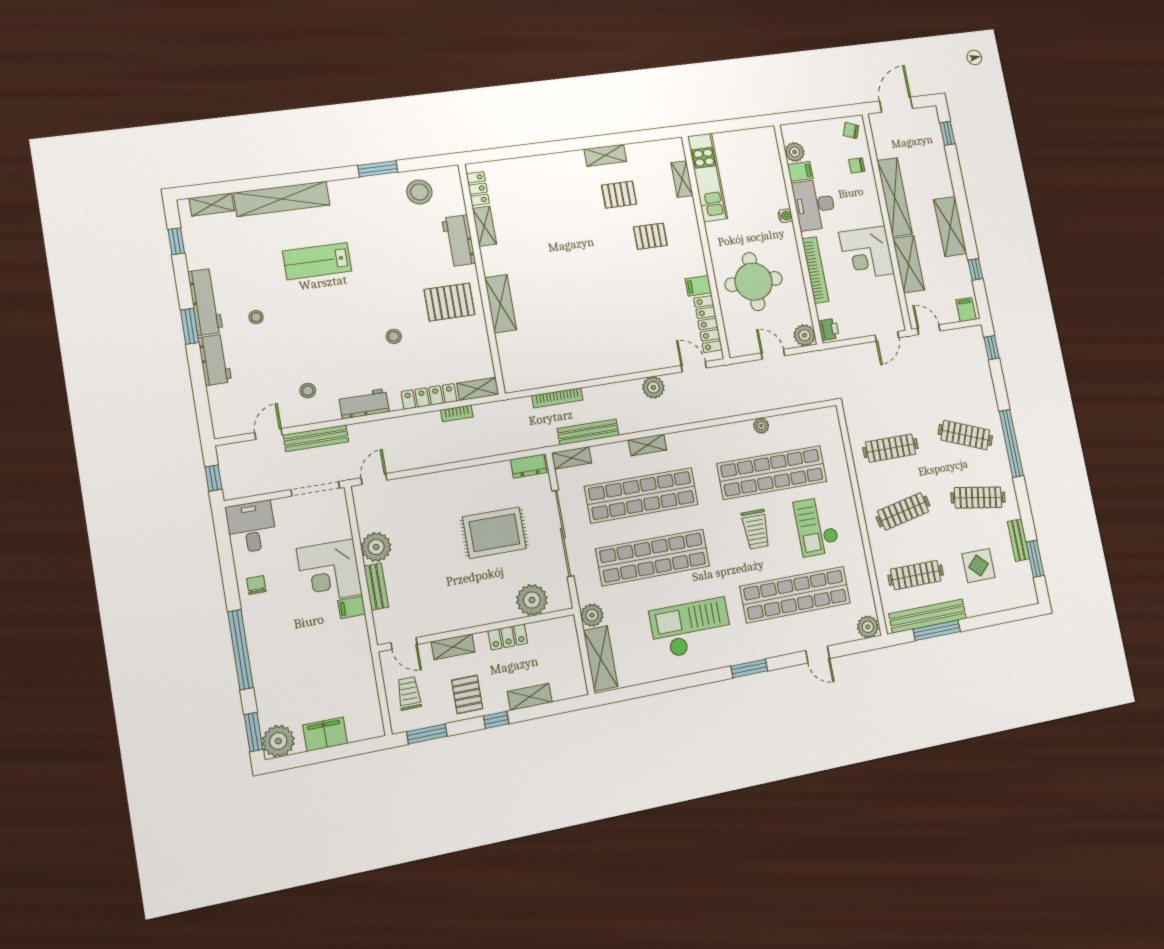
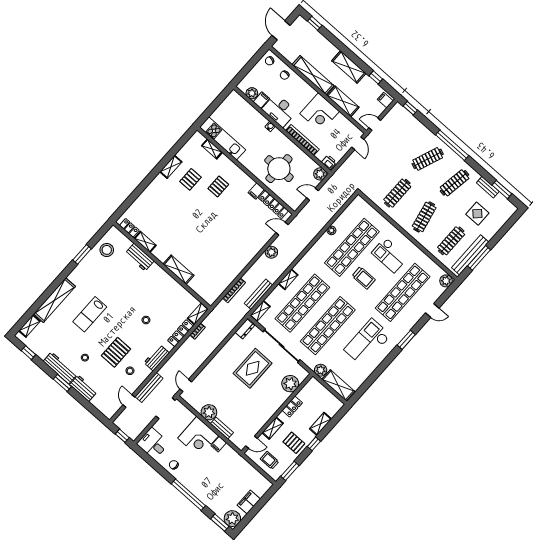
pallet: (449, 302) -> (116, 352), moved

